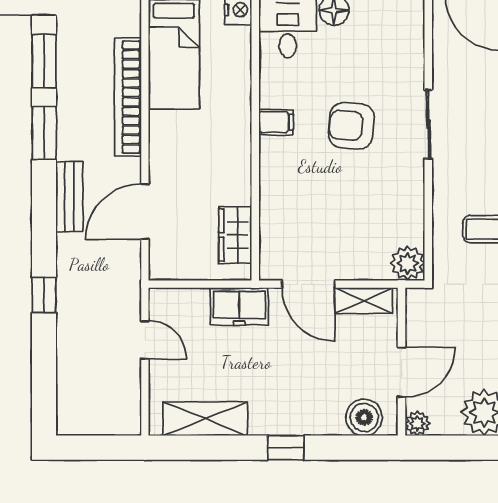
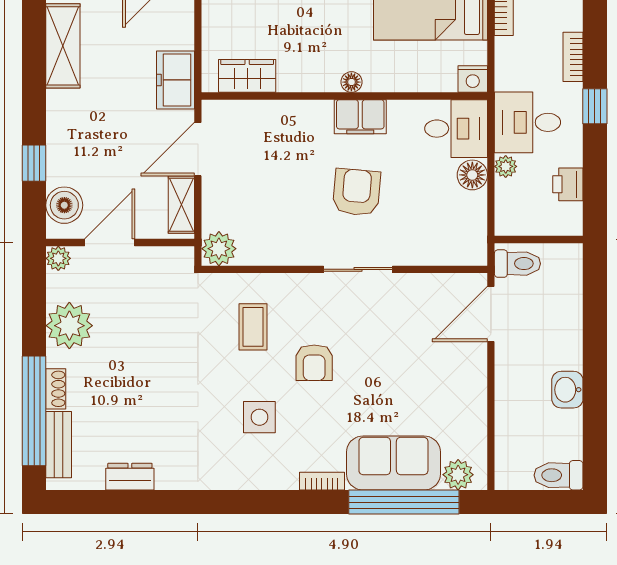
filing cabinet: (276, 122) -> (360, 117), width x2.00
floor lamp: (241, 131) -> (351, 82), added
door: (401, 372) -> (110, 242), swing flipped
window: (286, 448) -> (34, 163), moved

